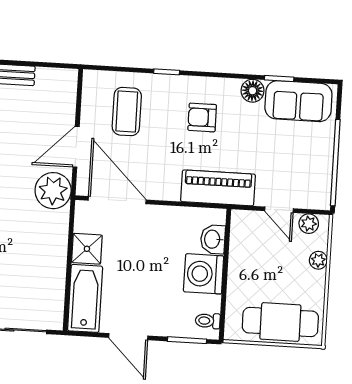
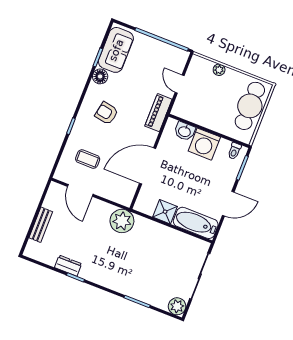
coffee table: (127, 112) -> (88, 159), width x0.73, depth x0.77
armchair: (202, 117) -> (107, 113), turned 100
door: (76, 147) -> (80, 190), moved
piano: (218, 188) -> (158, 113), width x0.73, depth x0.75
door: (117, 200) -> (148, 166), moved
door: (279, 210) -> (180, 84), swing flipped
plant: (309, 224) -> (194, 68), removed

